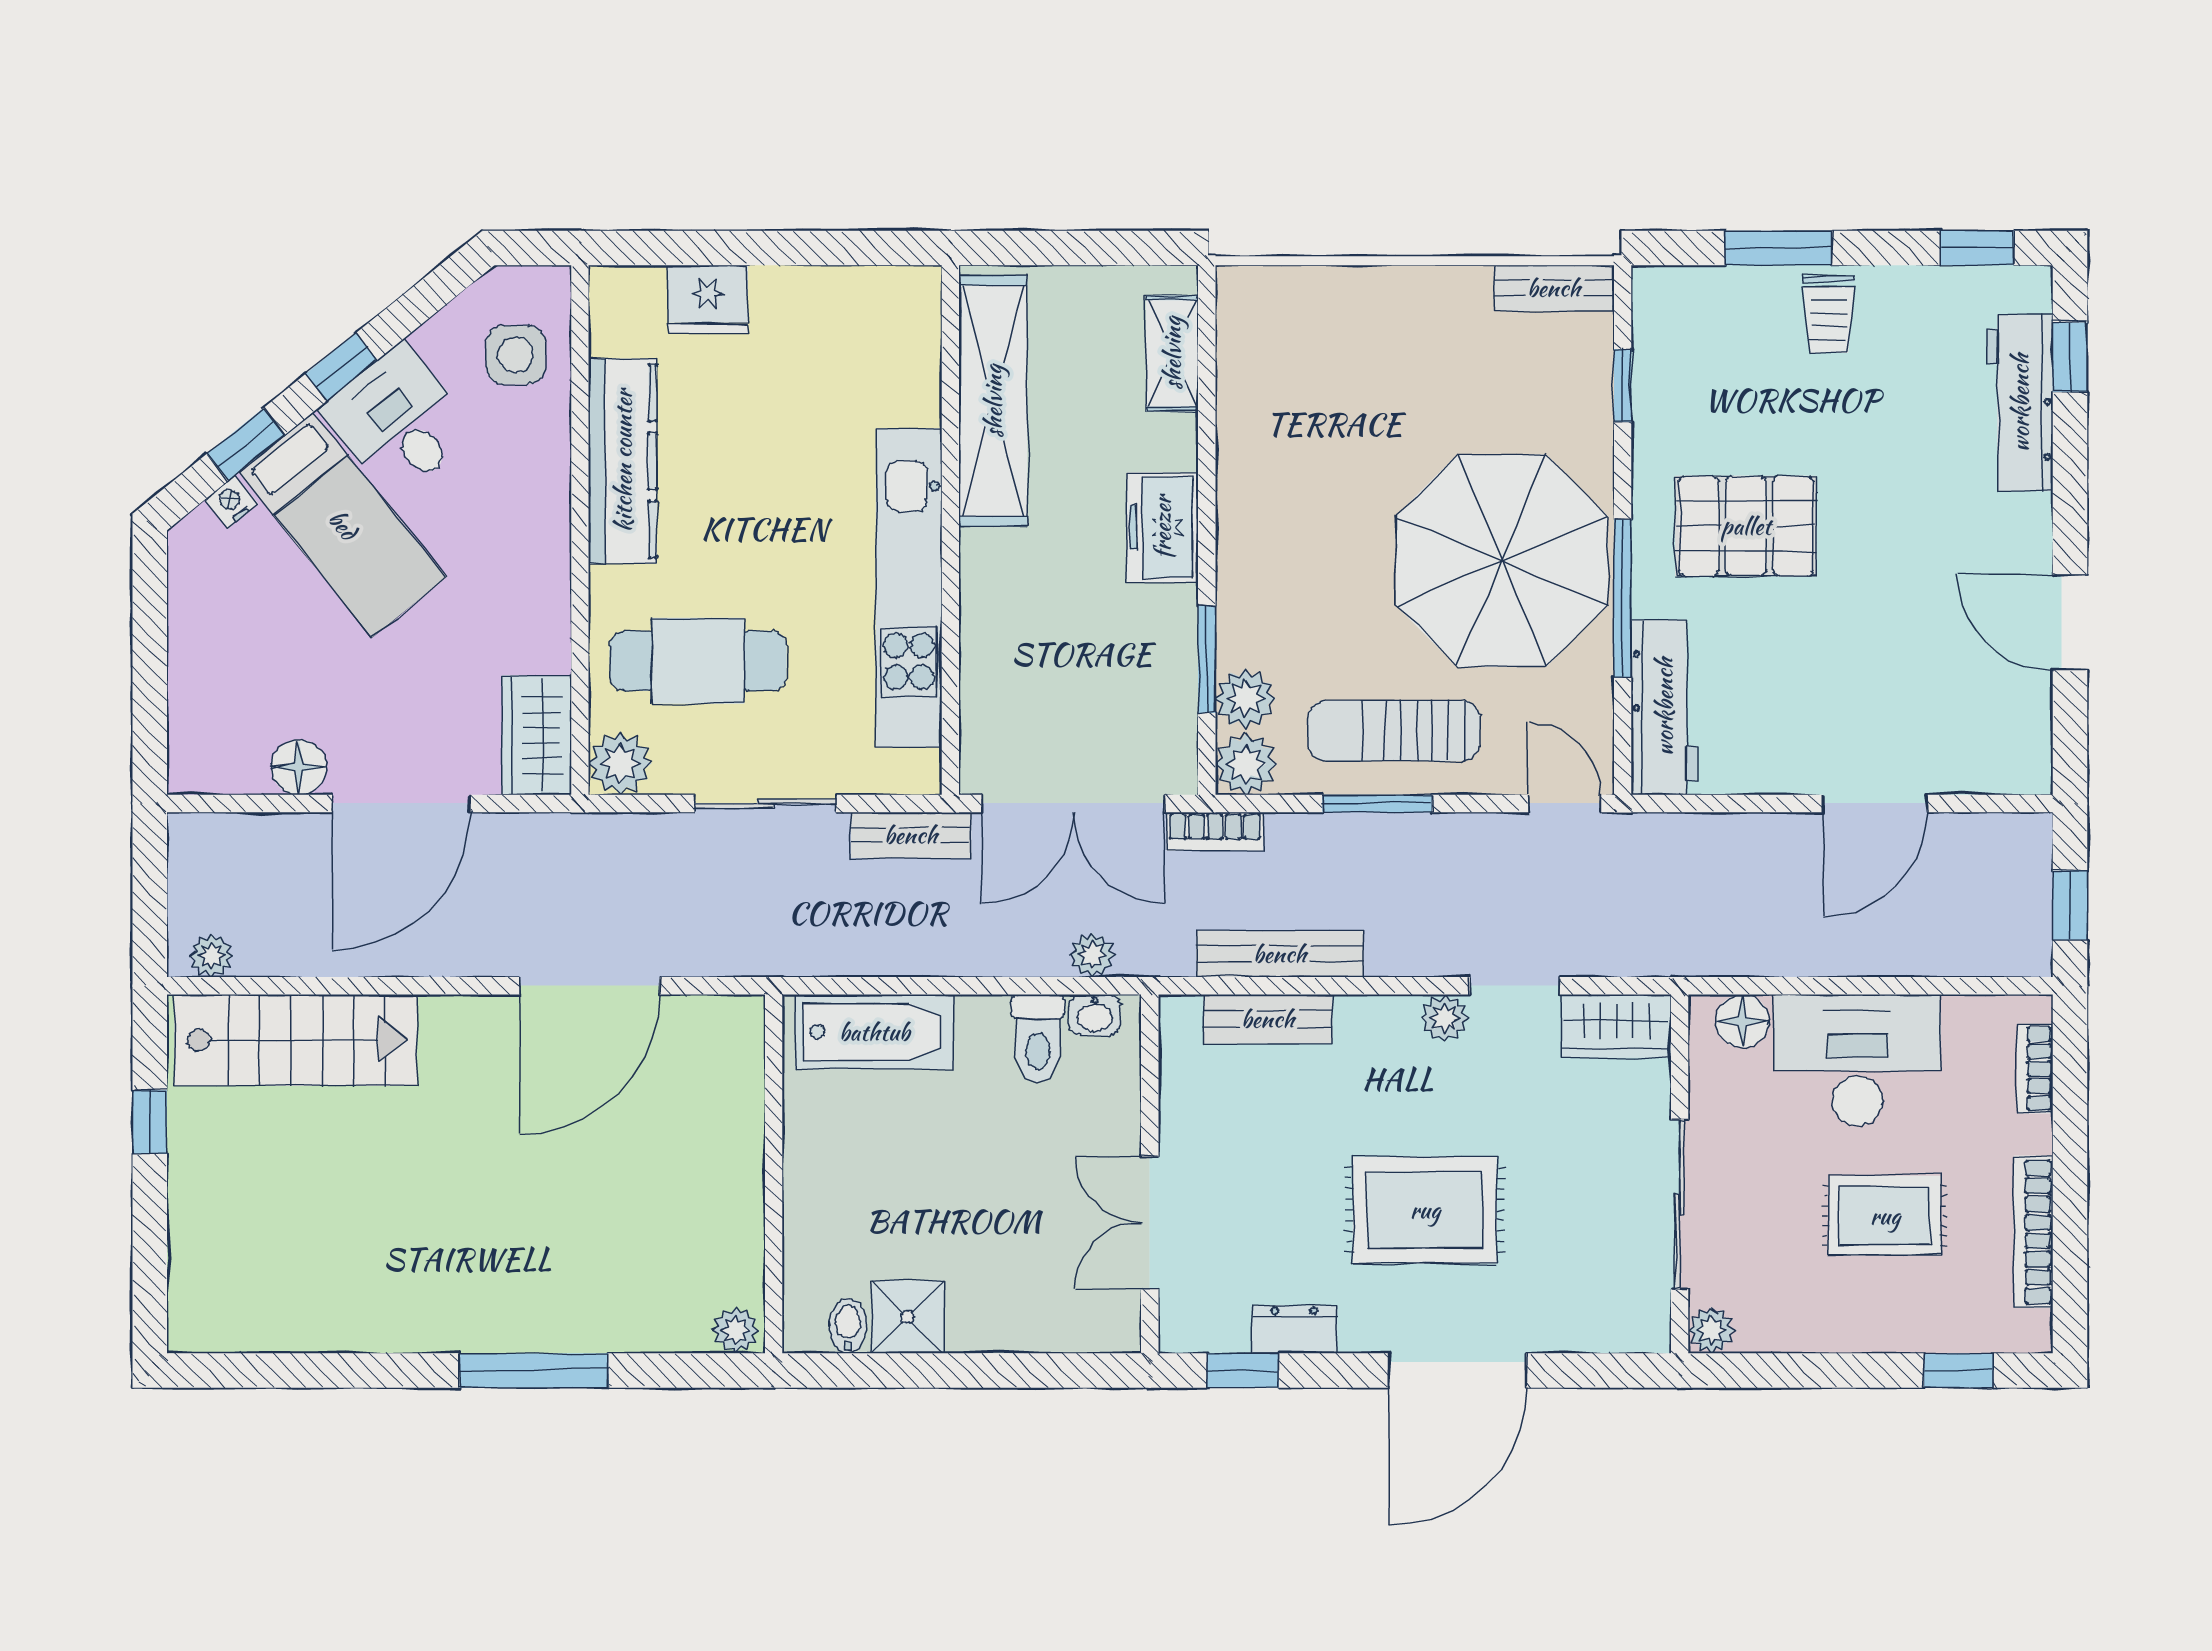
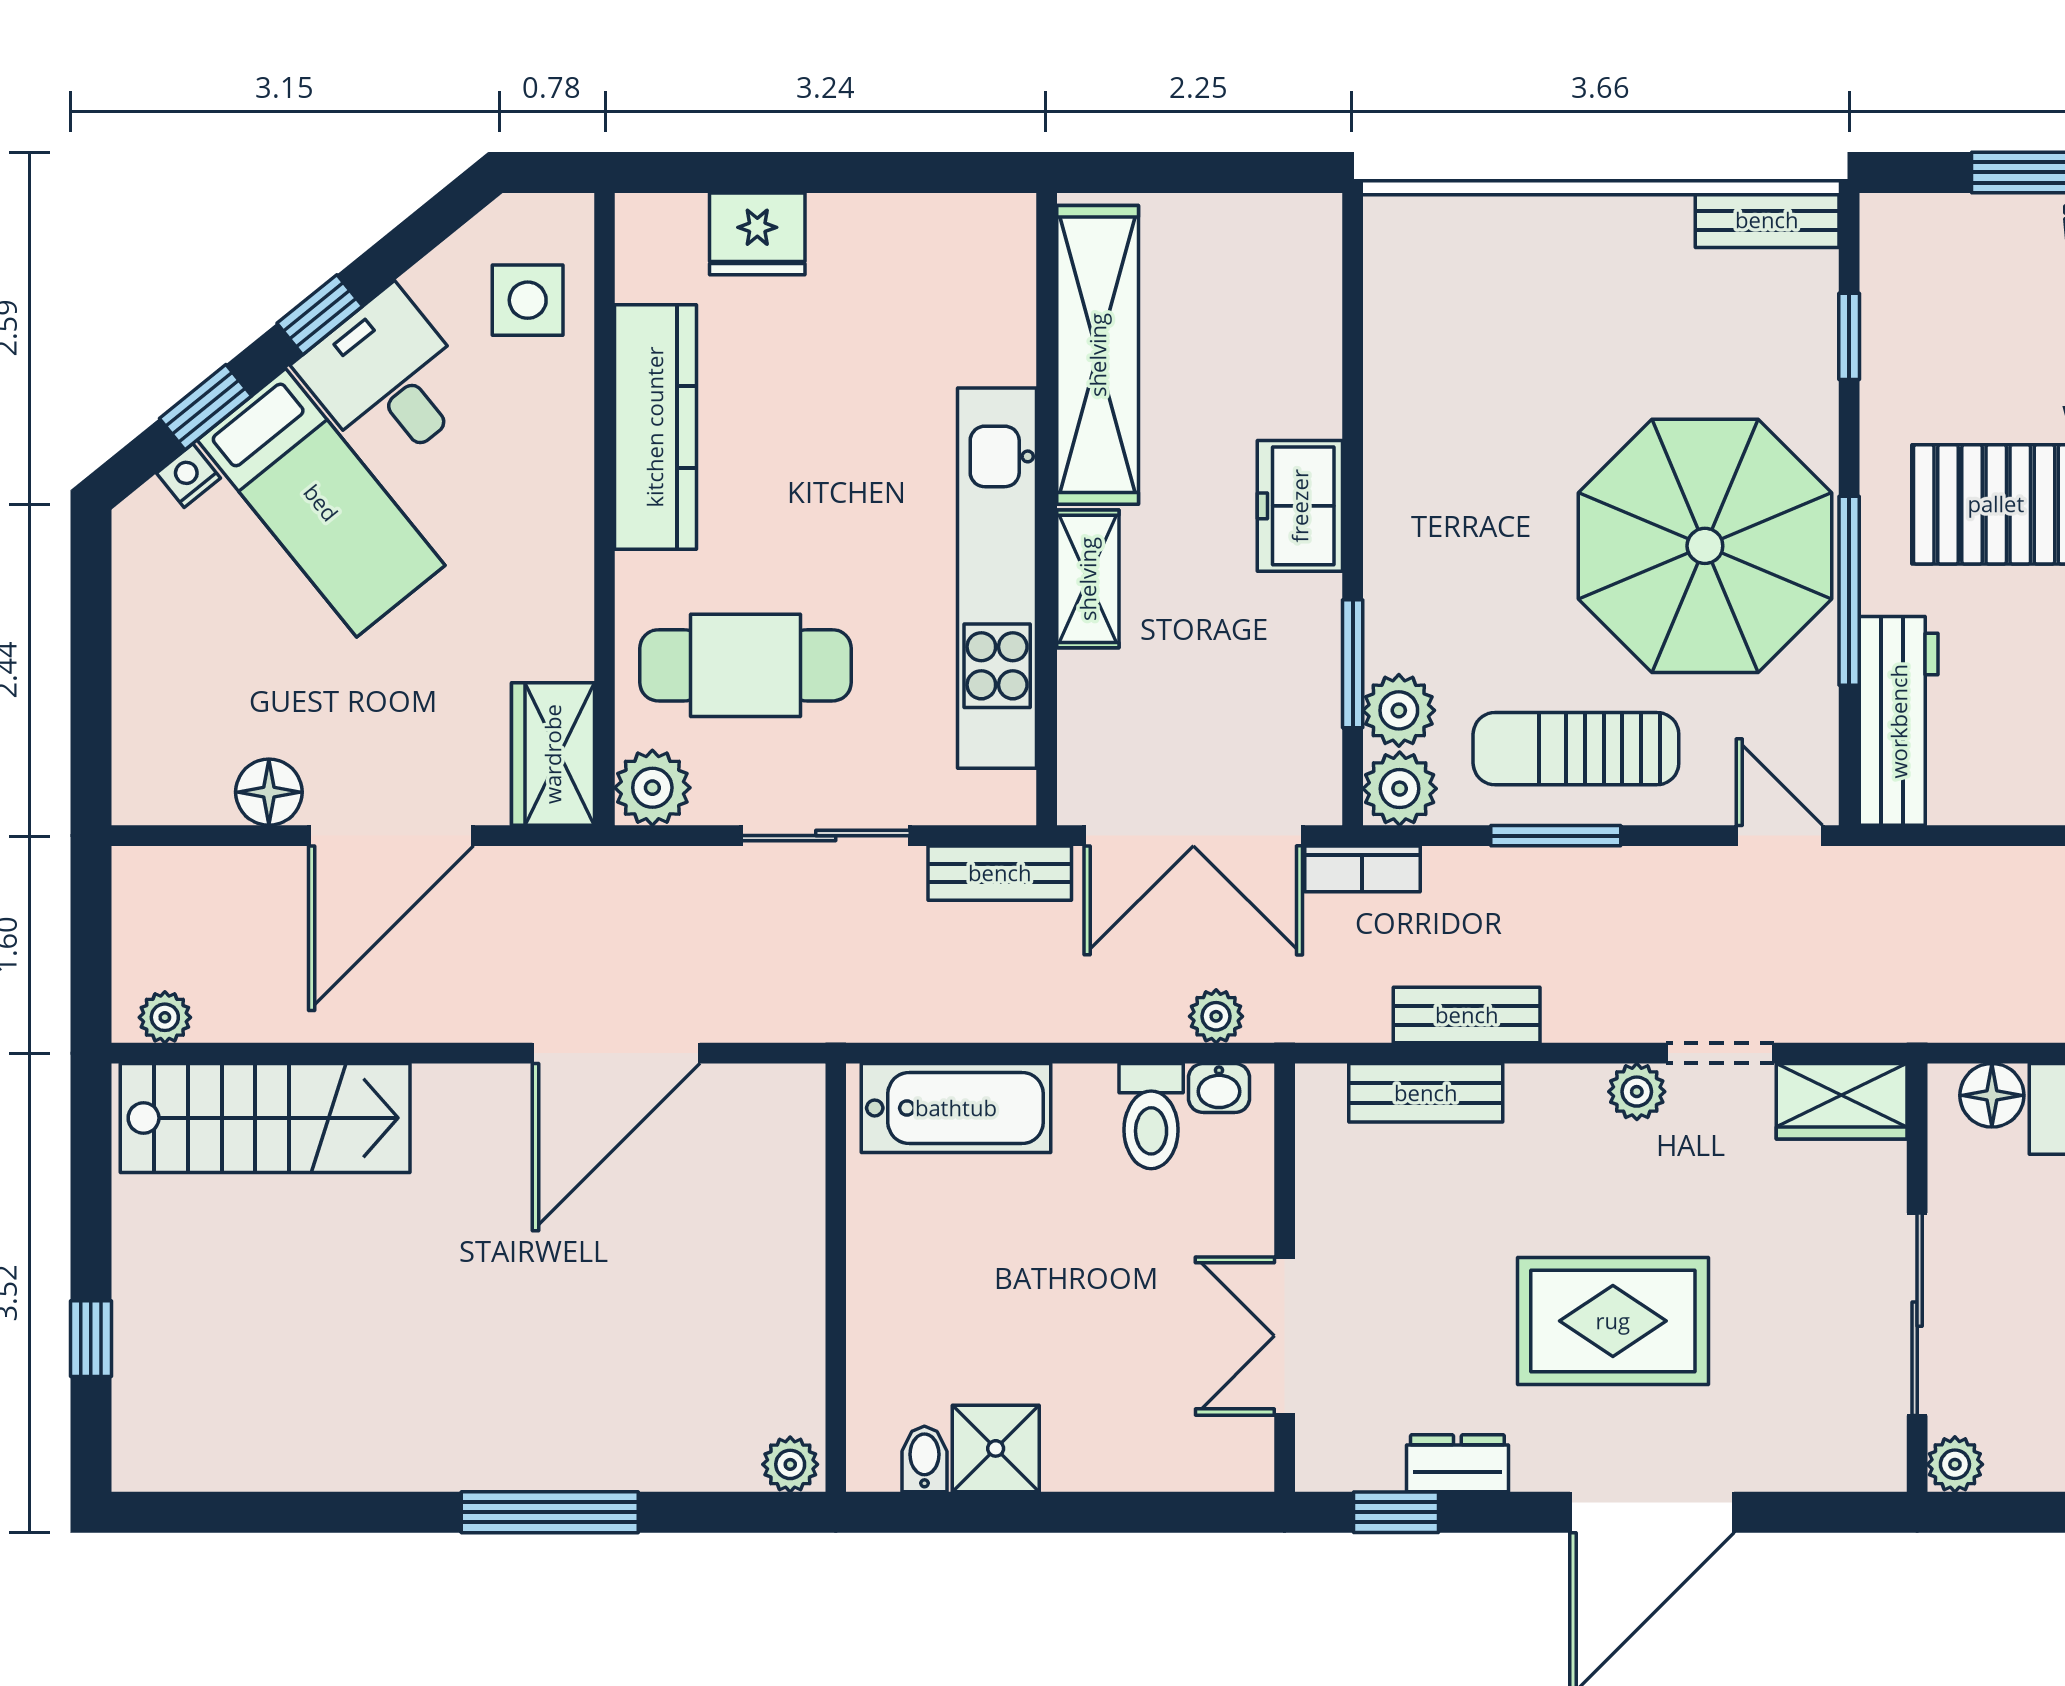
shelving: (1172, 353) -> (1088, 579), moved
bench: (1280, 954) -> (1467, 1015), width x0.73
window: (150, 1122) -> (91, 1339), moved

